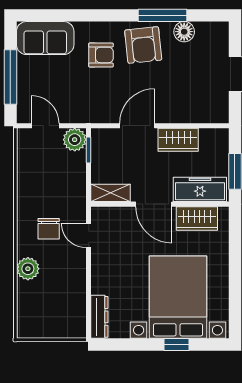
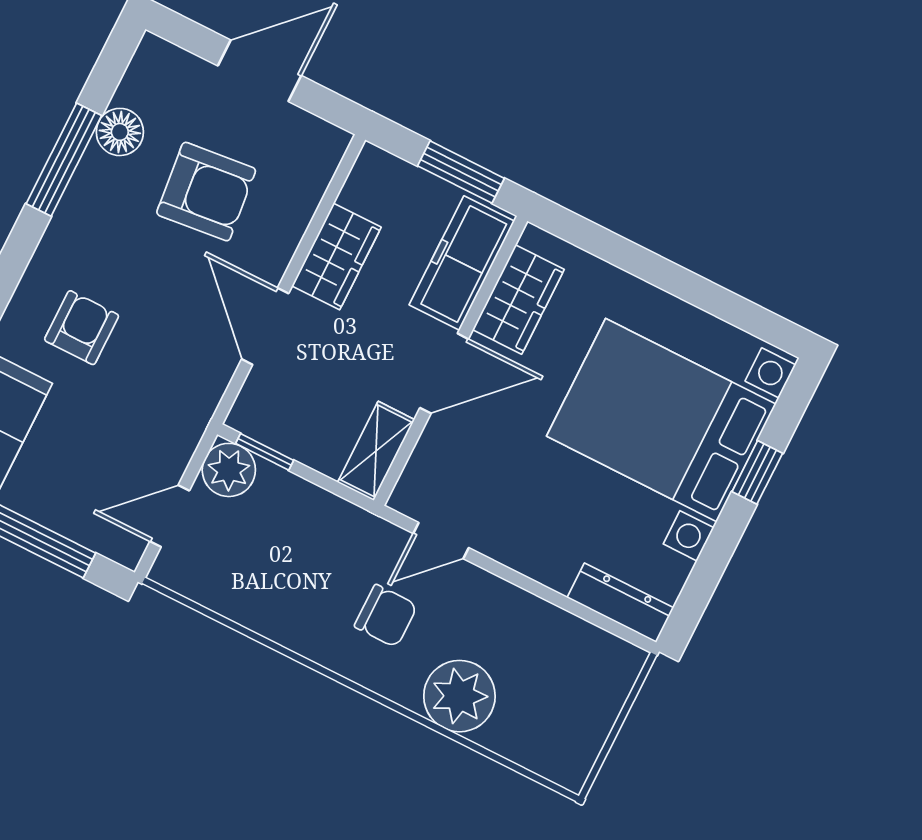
armchair: (143, 45) -> (206, 192), moved
plant: (28, 269) -> (459, 696), width x1.36, depth x1.36

